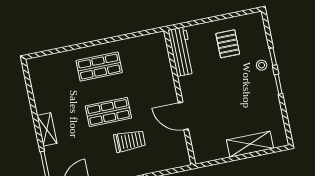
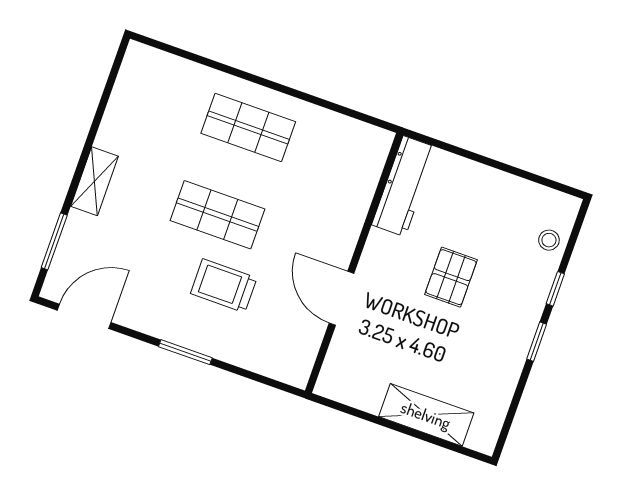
pallet: (228, 44) -> (451, 277), moved
stool: (262, 65) -> (549, 240), moved
trolley: (129, 141) -> (224, 286), turned 180

